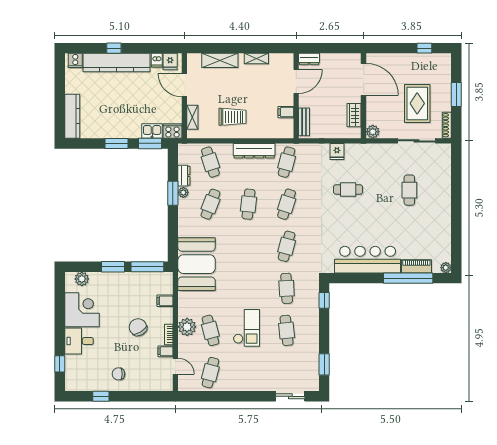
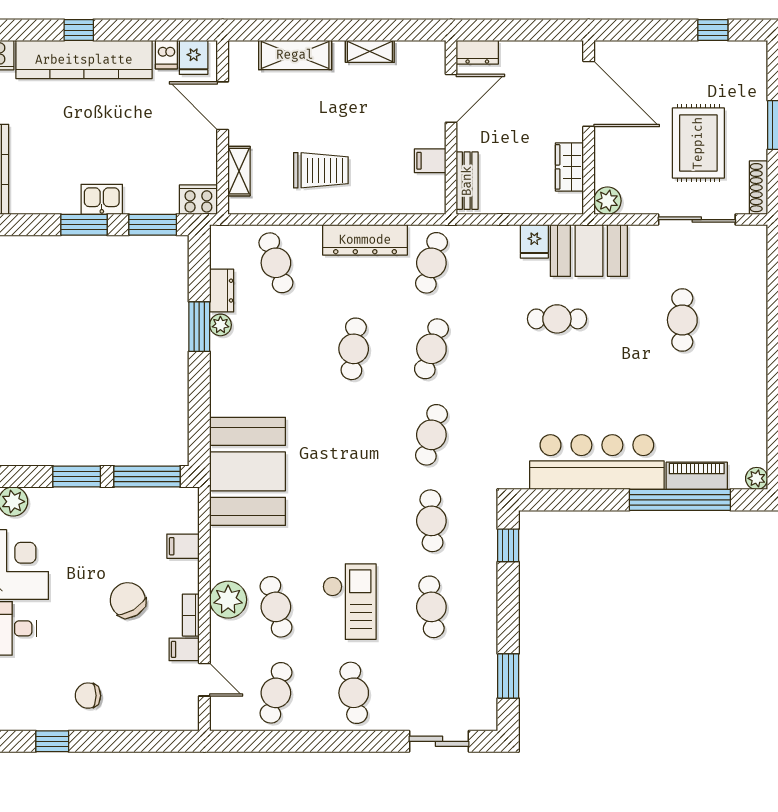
kitchen sink: (152, 131) -> (102, 199), moved
booth: (364, 156) -> (589, 251), added
cafe table: (210, 204) -> (354, 693), moved, turned -30

